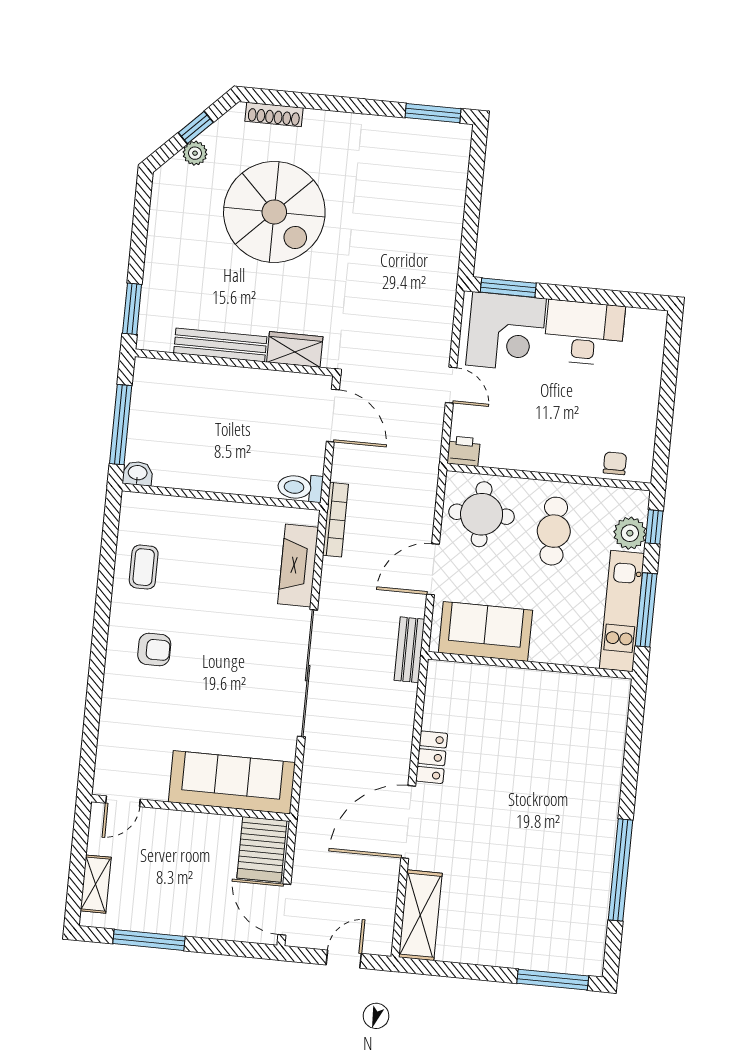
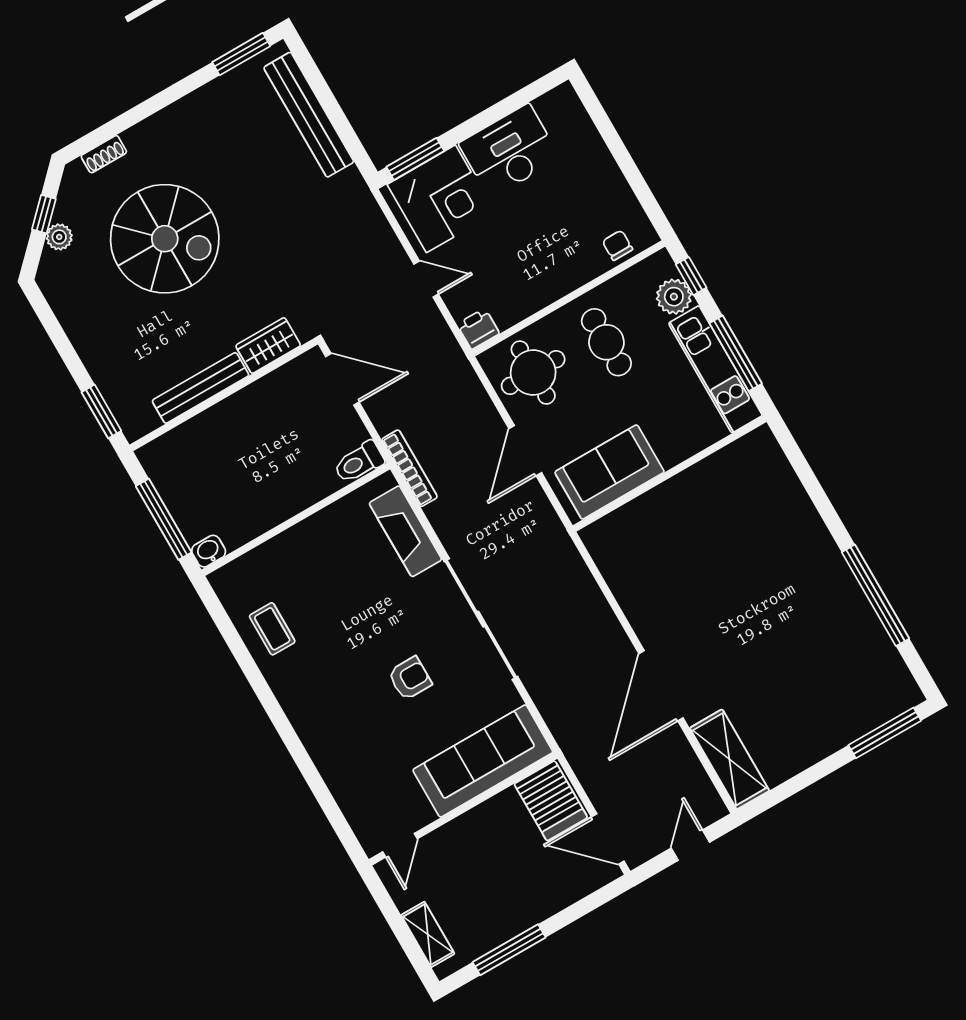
shoe rack: (274, 114) -> (104, 154), width x0.70
armchair: (154, 650) -> (410, 678), moved
bench: (409, 650) -> (309, 115), moved, width x1.86, depth x1.21
locker: (432, 757) -> (641, 615), removed

